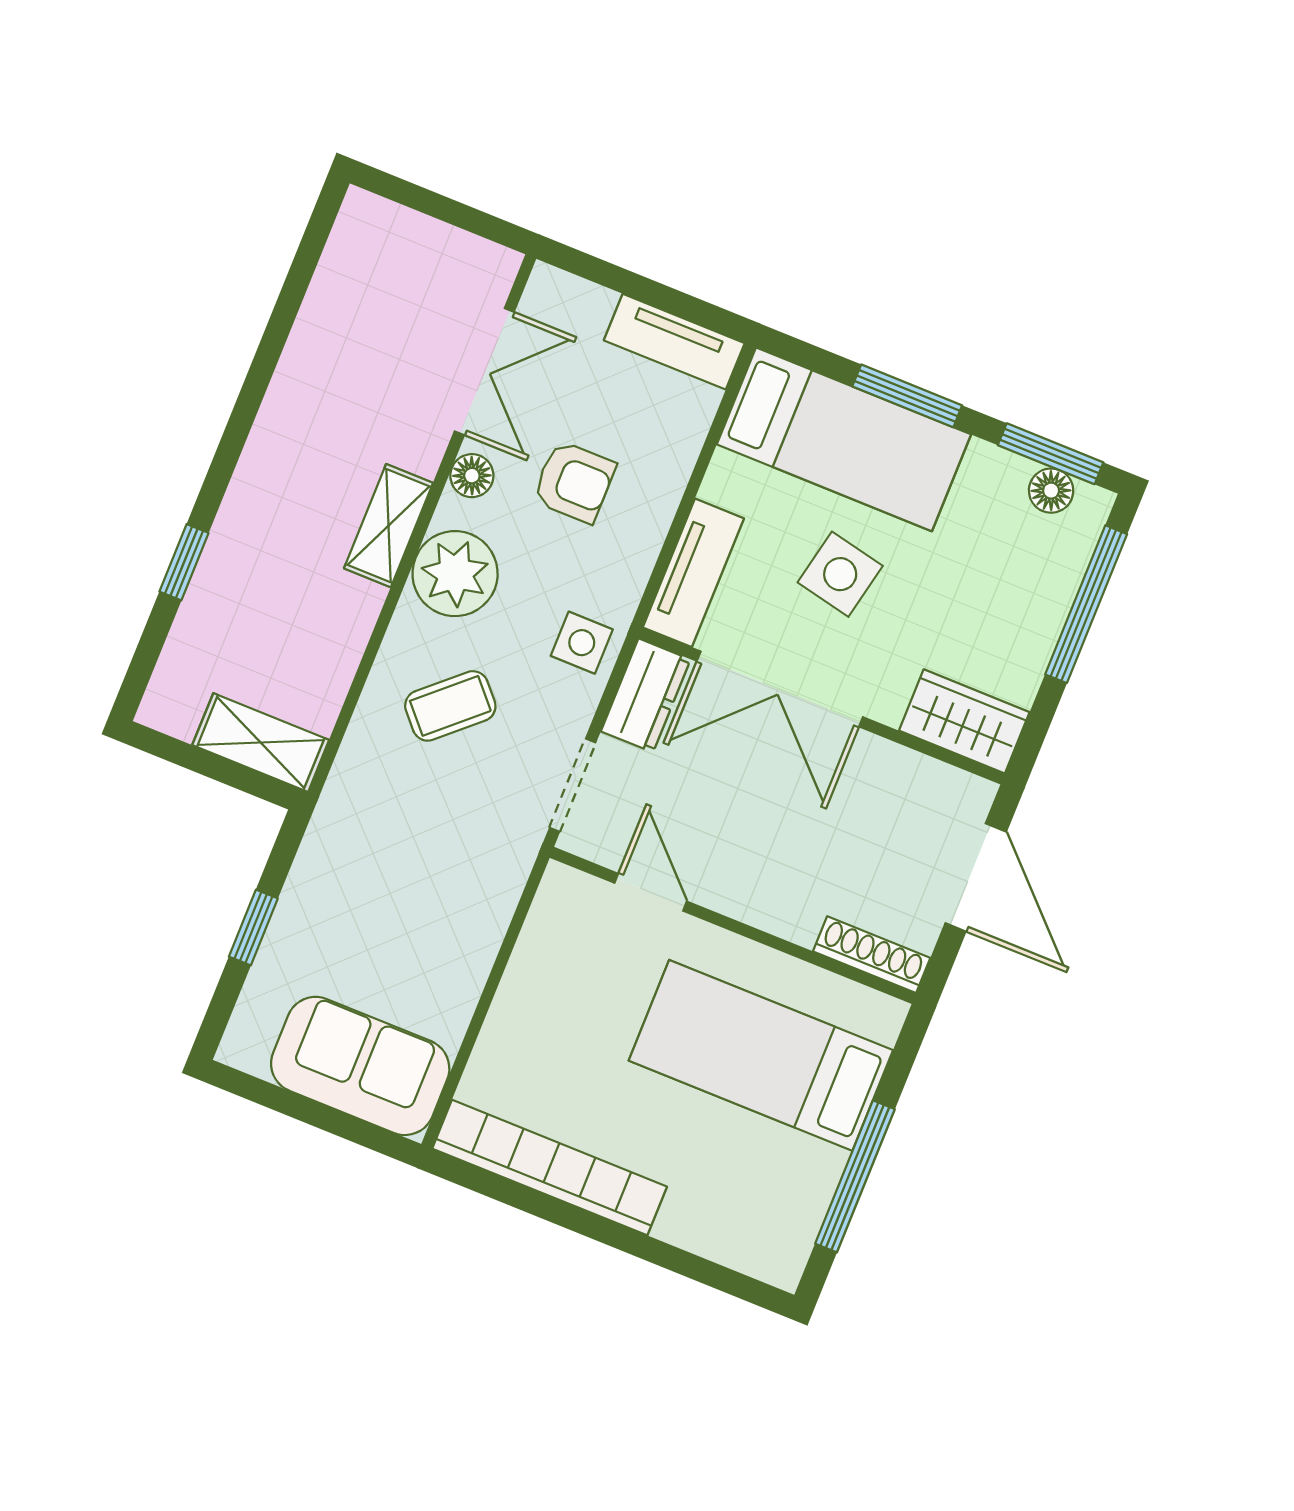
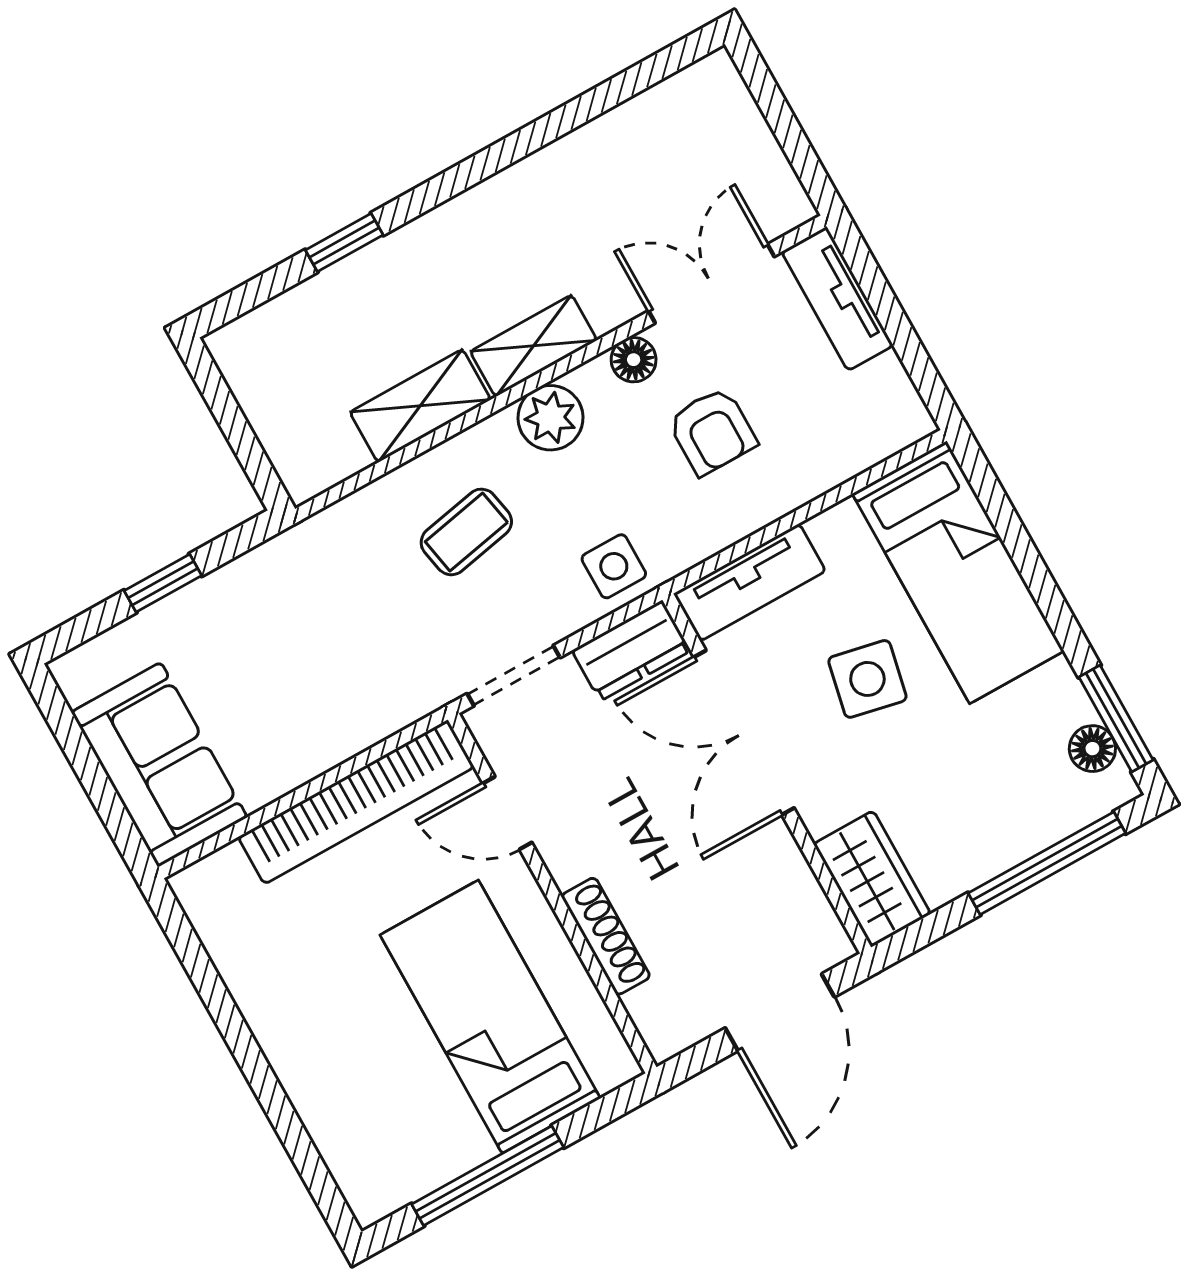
tv unit: (674, 342) -> (837, 299), moved
double door: (484, 372) -> (711, 284), swing flipped
window: (907, 396) -> (1038, 578), removed
plant: (455, 574) -> (550, 418), width x0.73, depth x0.73
coffee table: (450, 706) -> (466, 532), turned -59
shelving: (261, 743) -> (420, 406), moved, turned 90
door: (651, 892) -> (507, 813), swing flipped
shoe rack: (872, 955) -> (606, 936), moved
bookcase: (550, 1168) -> (356, 802), moved, turned 90

